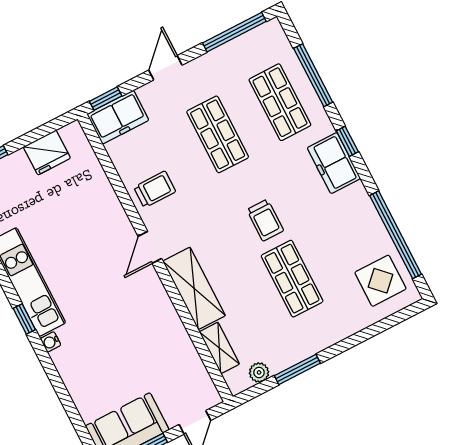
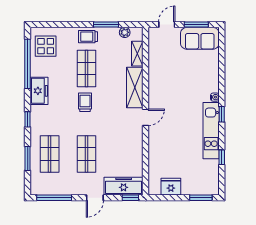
window: (313, 75) -> (28, 158), width x0.69
freezer: (118, 117) -> (124, 186), width x1.40
freezer: (334, 163) -> (39, 91), moved
trolley: (155, 189) -> (88, 37), moved

